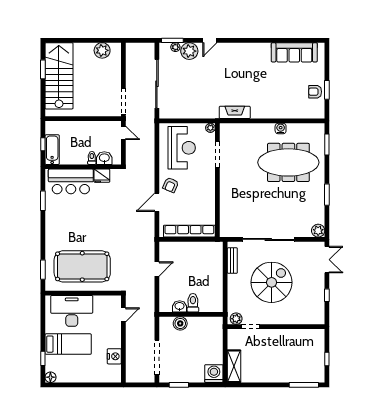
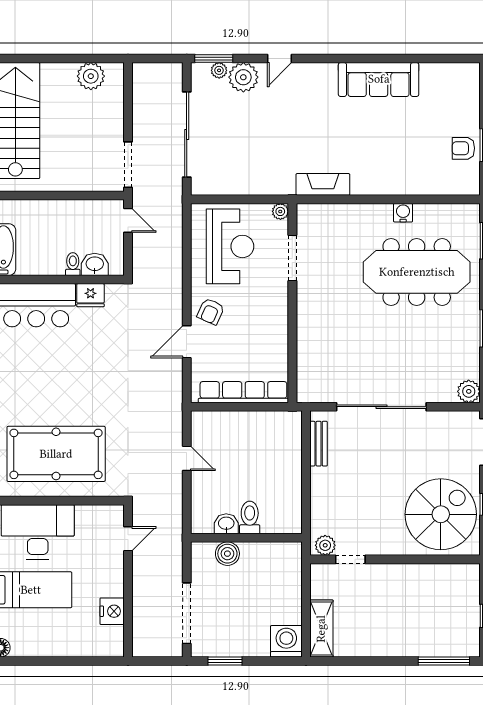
sofa: (294, 52) -> (379, 79), moved
door: (157, 269) -> (187, 458), hinge flipped
spiral stairs: (272, 282) -> (441, 514), moved

